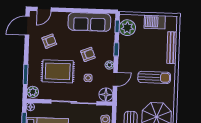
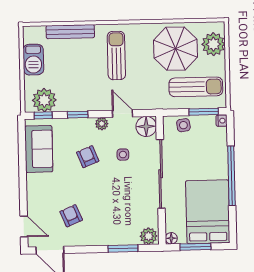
sofa: (89, 22) -> (39, 149), width x0.73
rug: (58, 71) -> (116, 201), removed

